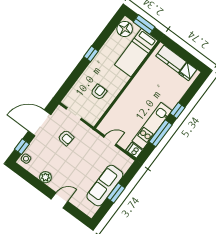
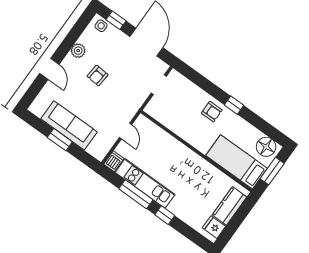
armchair: (99, 92) -> (212, 112), moved
armchair: (66, 138) -> (98, 76), moved

